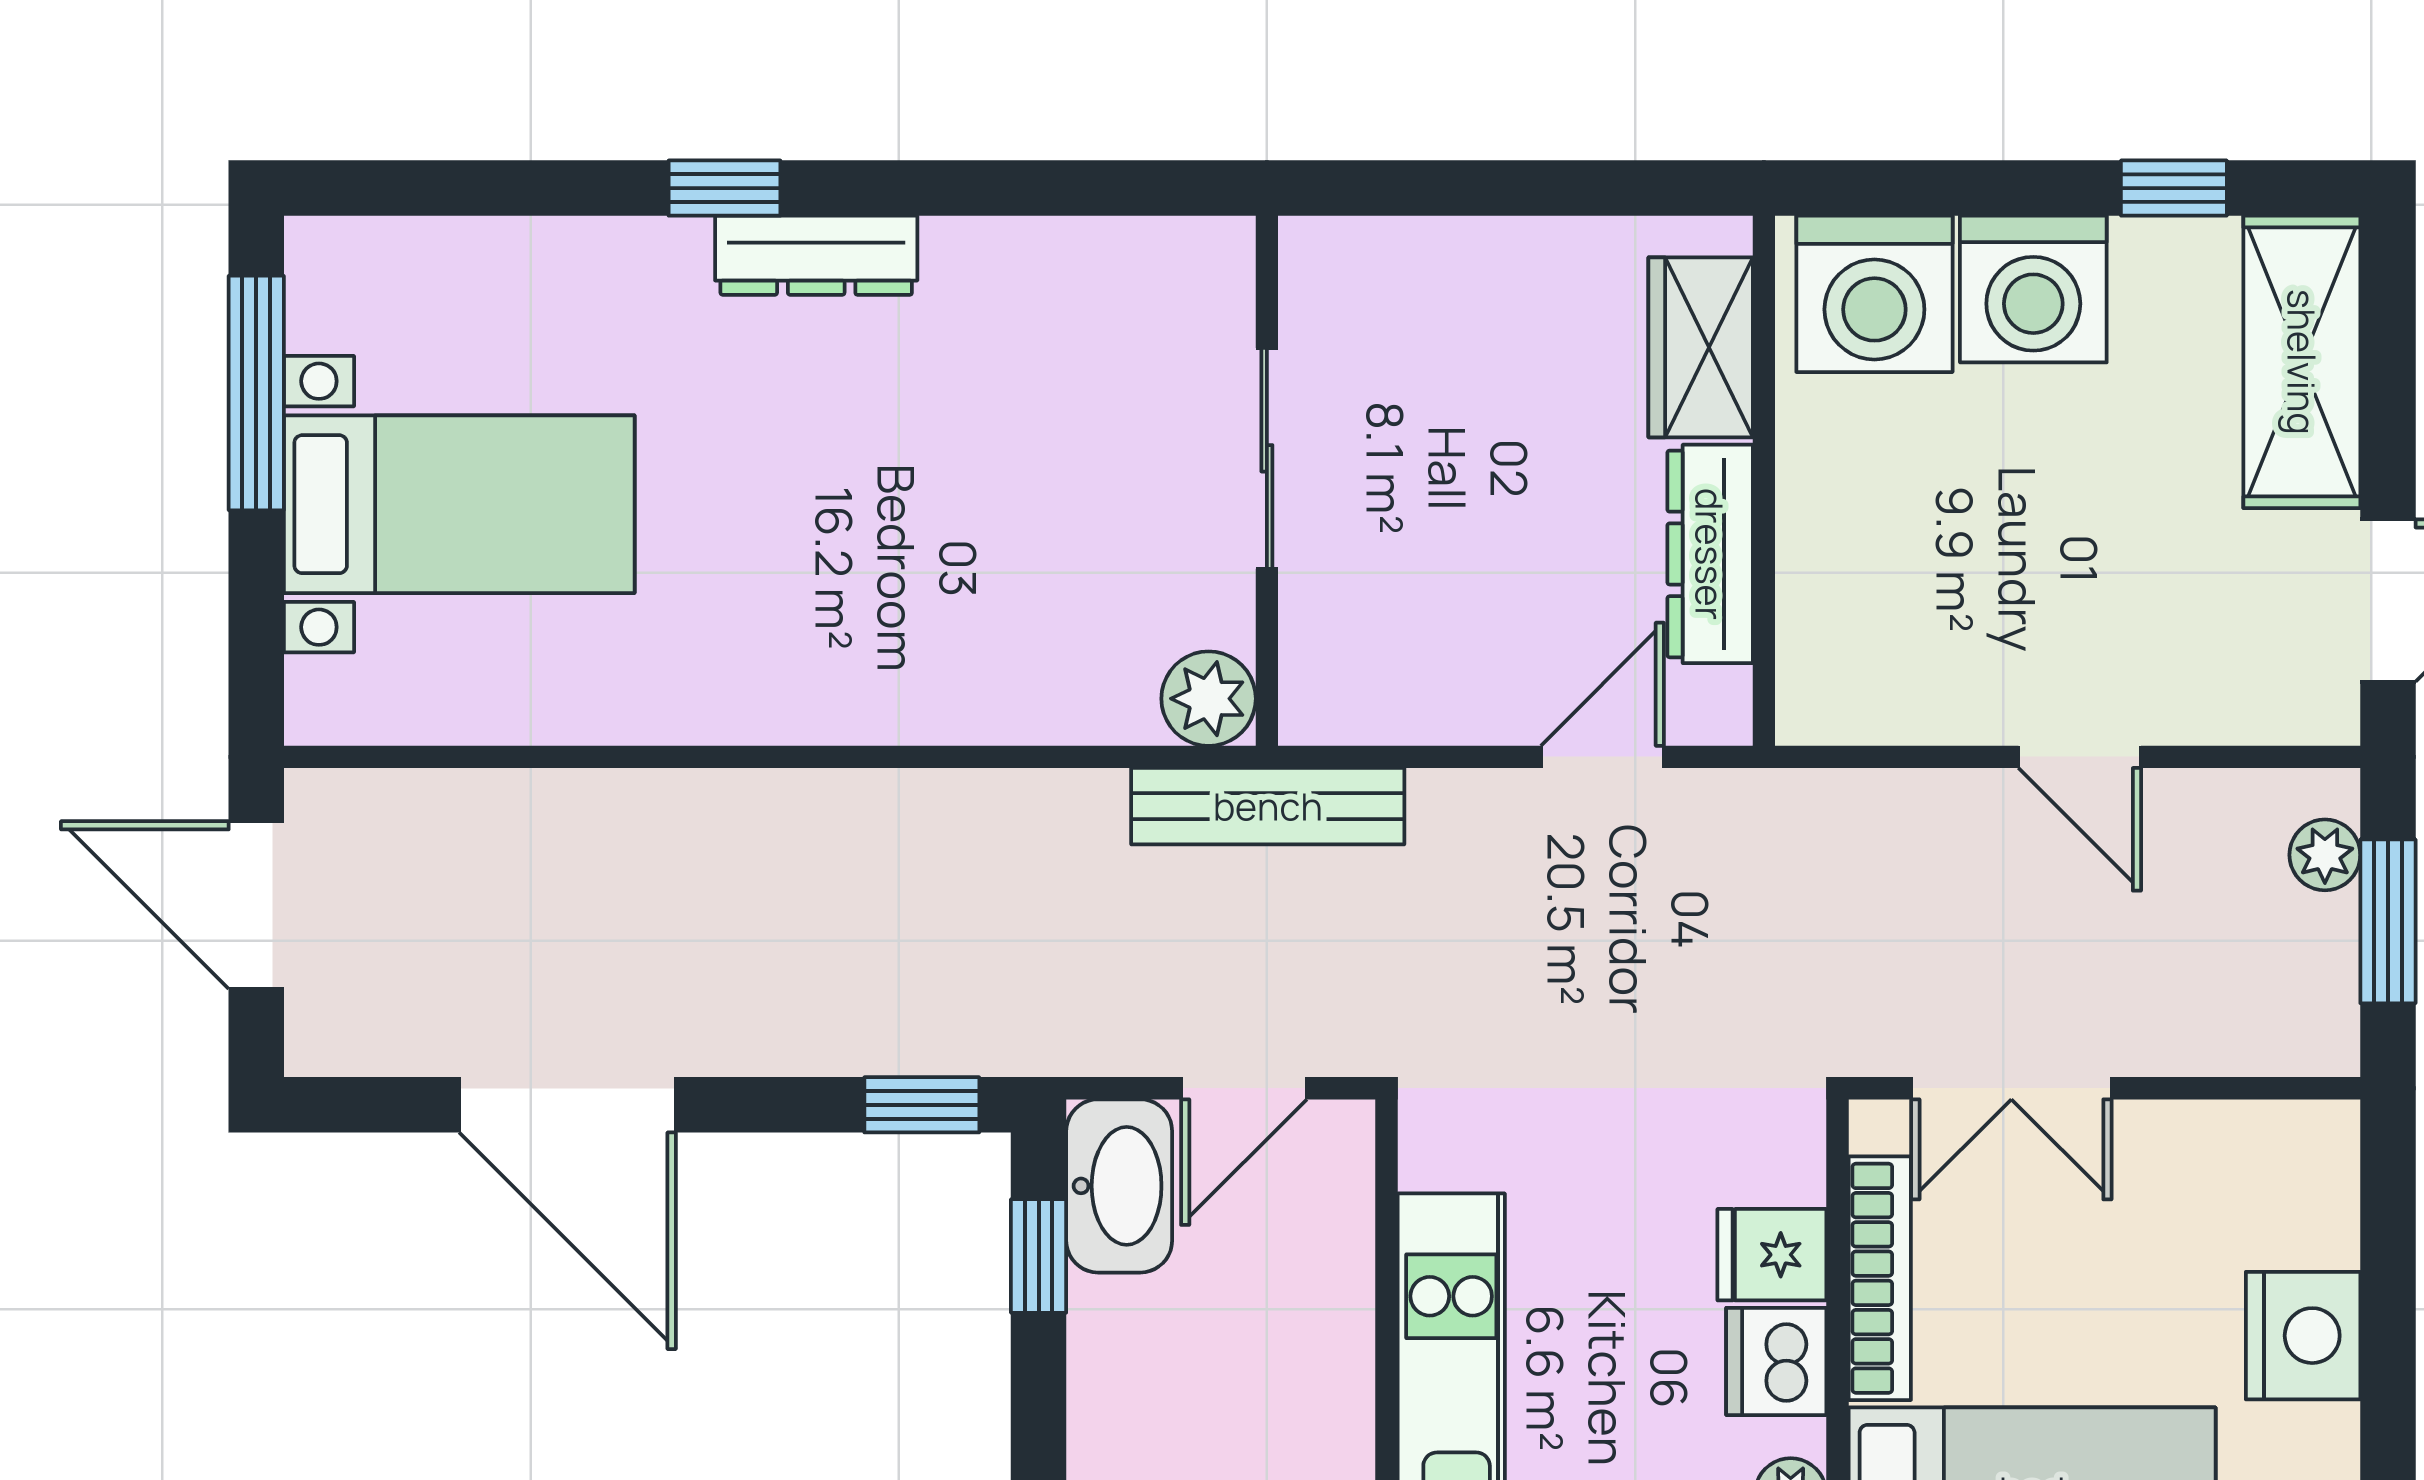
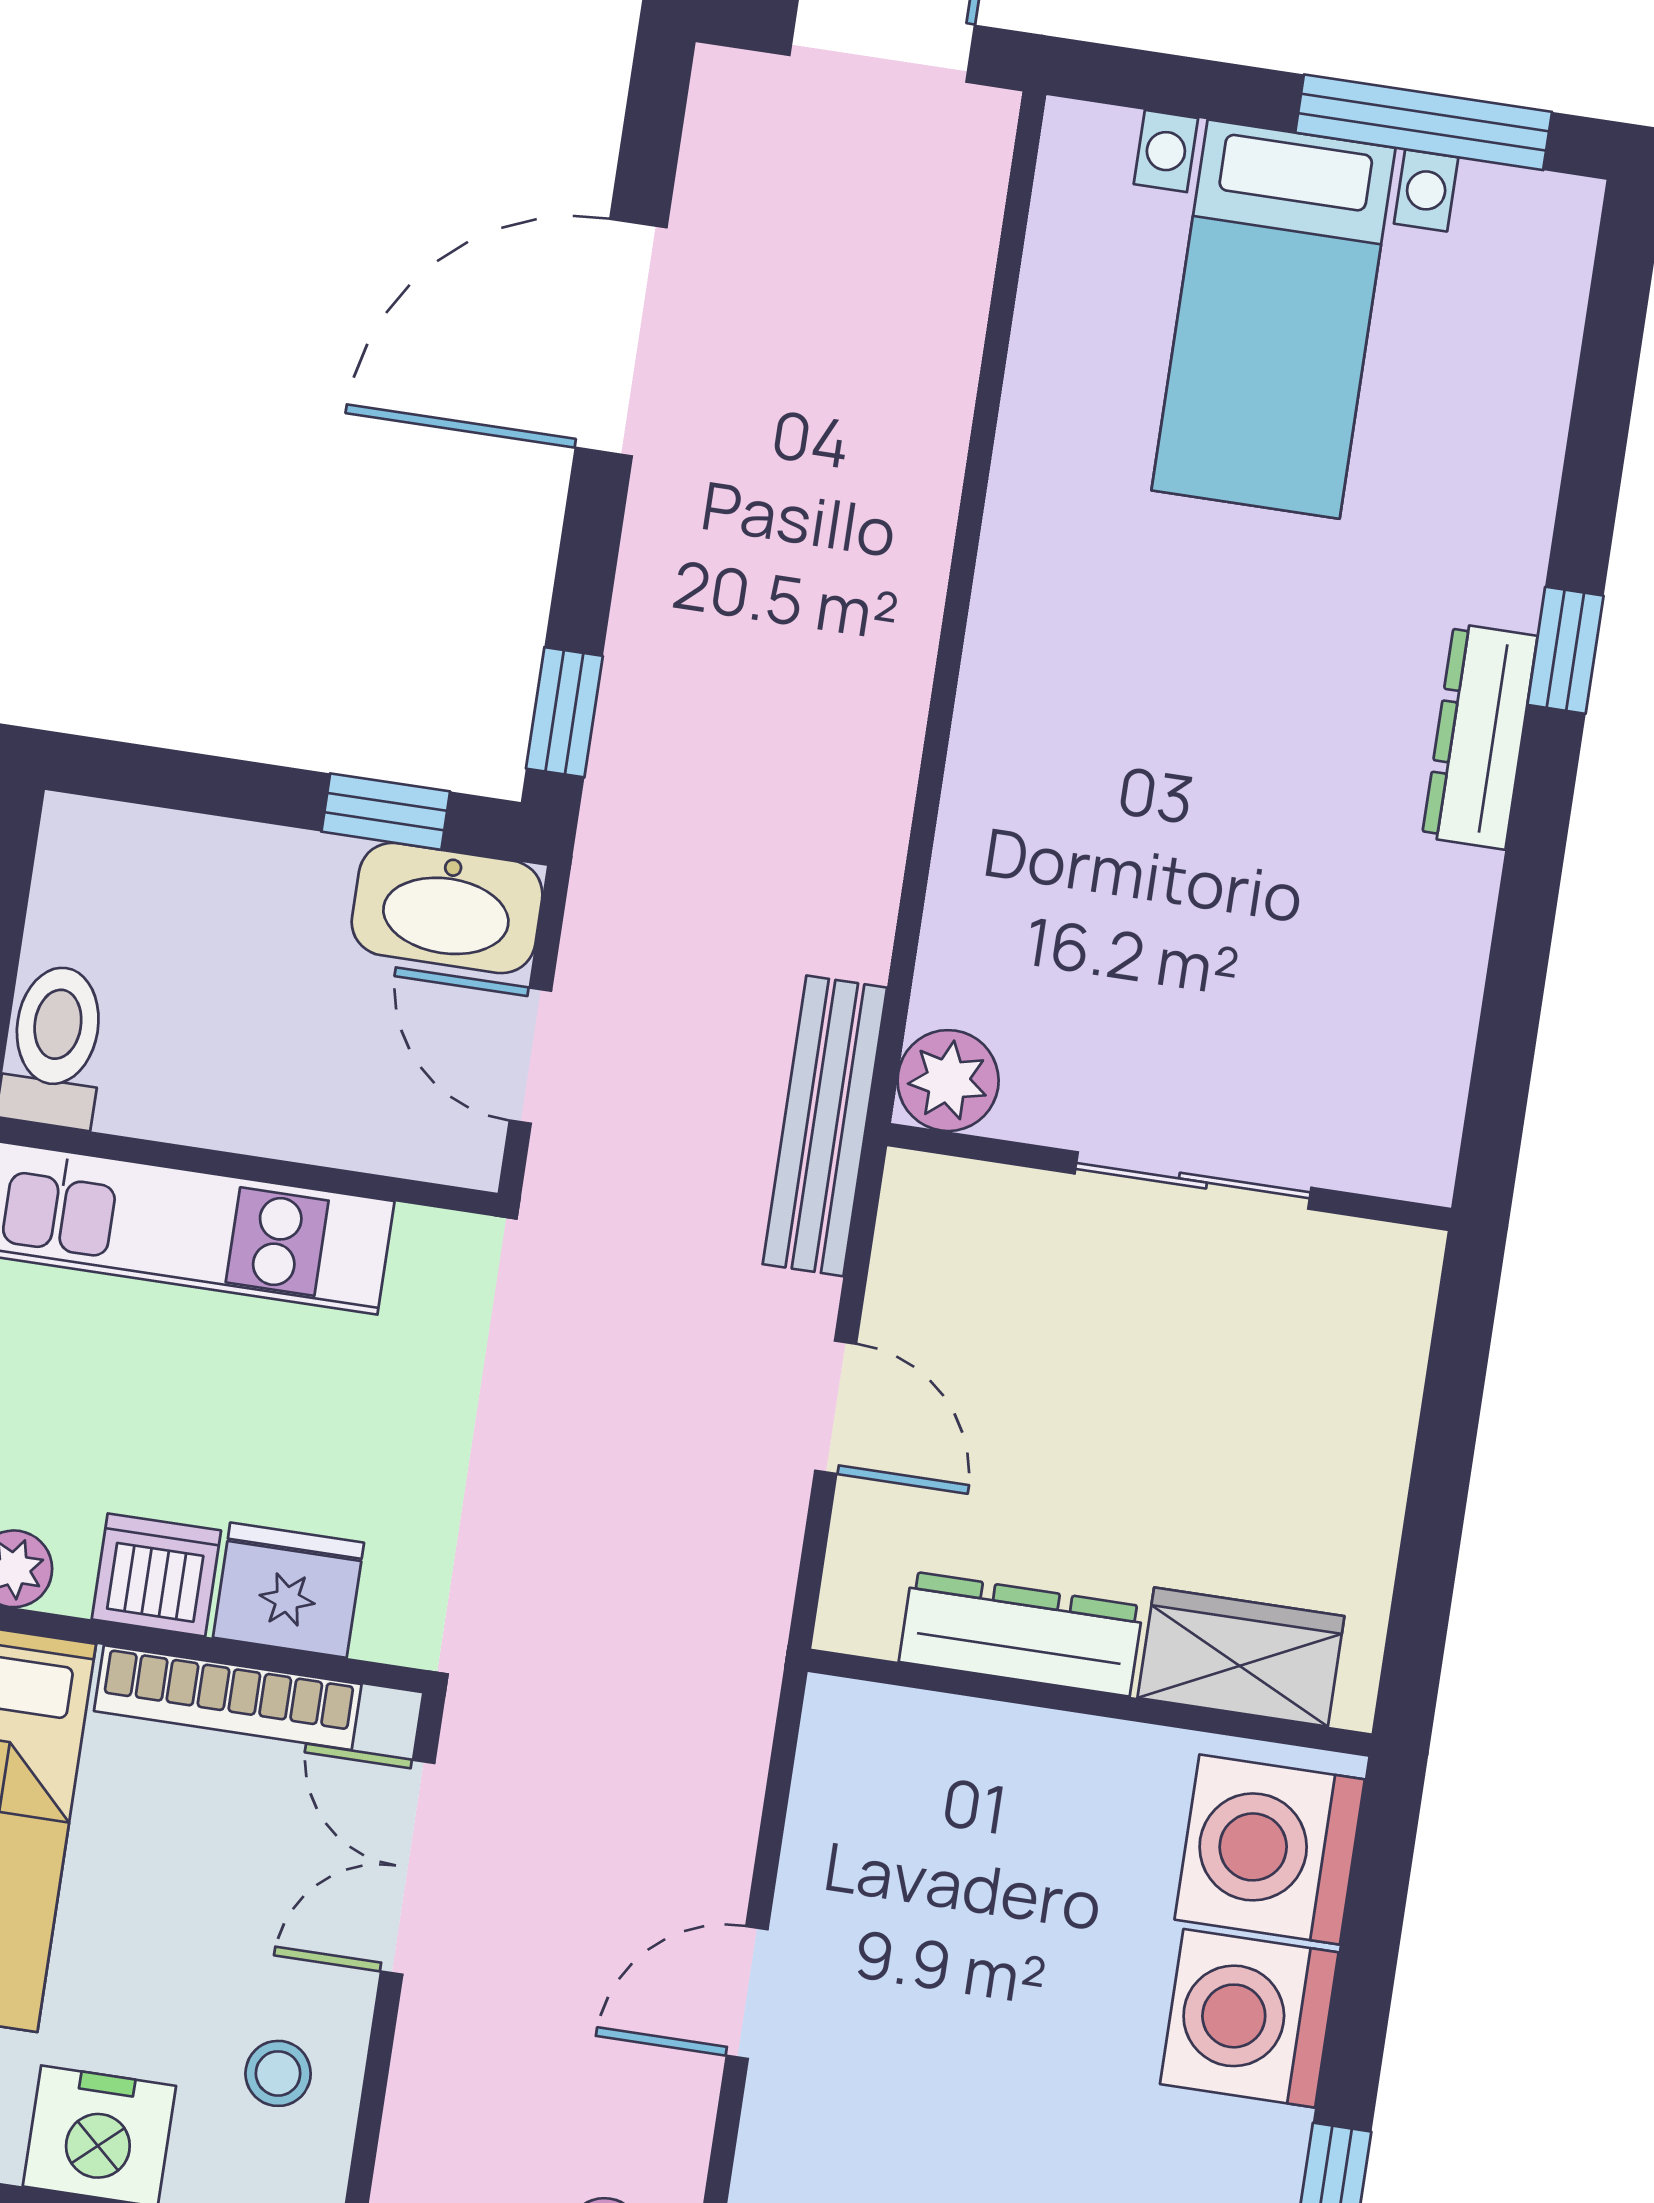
door: (1602, 757) -> (836, 1407), moved
stool: (2220, 1179) -> (278, 2073), added
fridge: (1772, 1255) -> (288, 1590), width x1.38

